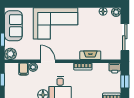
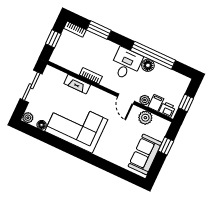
corner sofa: (56, 23) -> (76, 125), moved
plant: (10, 54) -> (145, 118), moved
printer: (115, 68) -> (167, 109), moved

